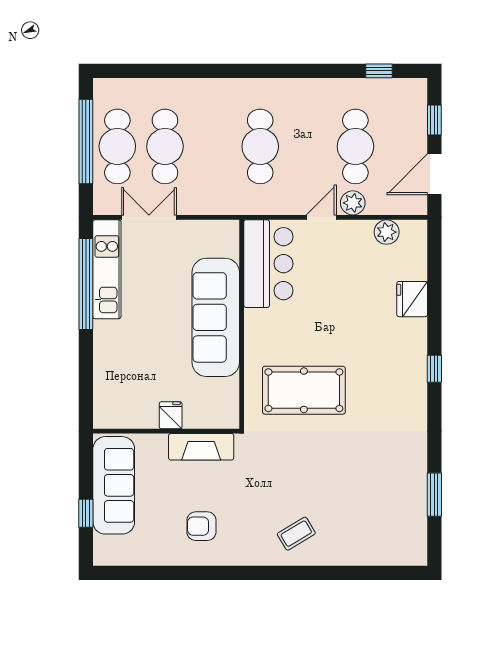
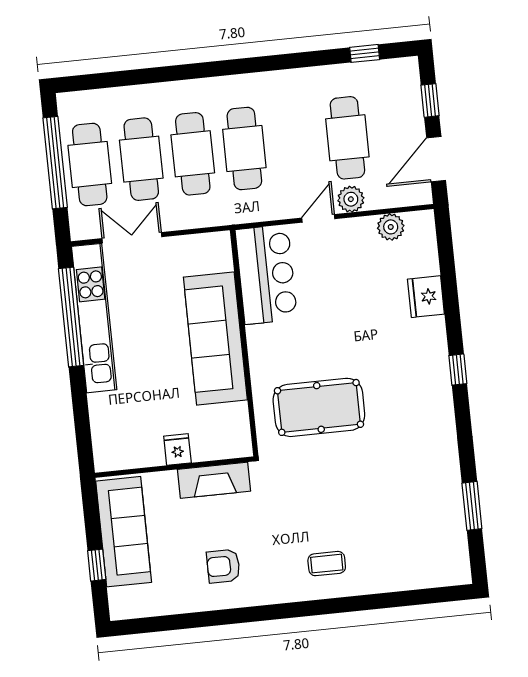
cafe table: (213, 146) -> (193, 154), added
kitchen unit: (107, 269) -> (94, 318), width x1.36
coffee table: (296, 534) -> (327, 564), turned 31

